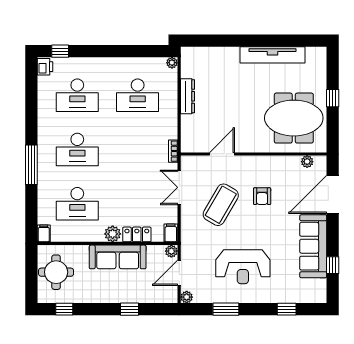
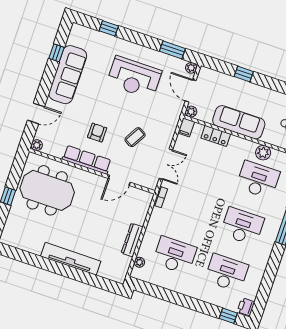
tv unit: (272, 55) -> (71, 259), moved
plant: (172, 63) -> (139, 262), moved
plant: (307, 162) -> (37, 145), moved
row of seats: (263, 164) -> (87, 160), added
door: (333, 194) -> (36, 113), width x0.53
coffee table: (221, 205) -> (135, 137), width x0.54, depth x0.58
plant: (113, 234) -> (263, 153), moved
reception desk: (243, 267) -> (134, 77), turned 180
door: (179, 273) -> (191, 91), swing flipped
window: (226, 309) -> (172, 50), moved

